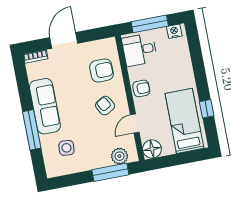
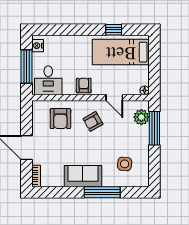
armchair: (101, 70) -> (60, 119), turned 180
sofa: (45, 106) -> (83, 176), width x0.73
floor lamp: (152, 149) -> (145, 90), width x0.53, depth x0.53

